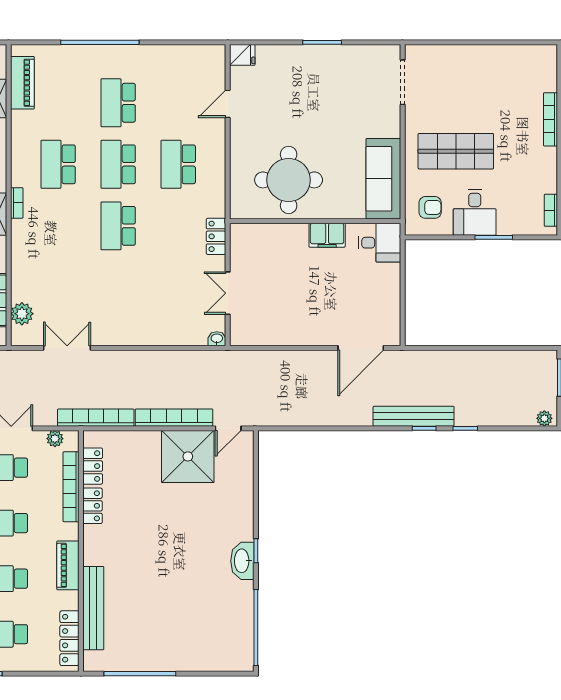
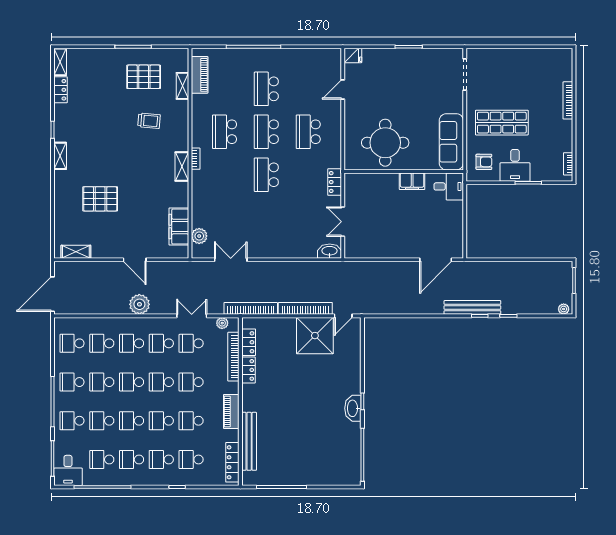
washbasin: (217, 339) -> (330, 251), width x1.91, depth x1.45

